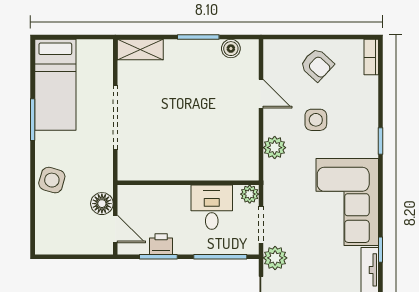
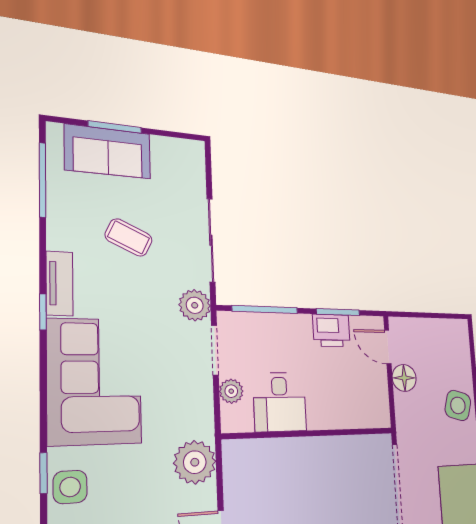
side table: (316, 120) -> (70, 487), moved
plant: (275, 148) -> (195, 462), width x1.36, depth x1.36
wall: (188, 183) -> (310, 433), moved
desk: (212, 207) -> (280, 402), moved
printer: (161, 244) -> (331, 330), width x1.36, depth x1.24

